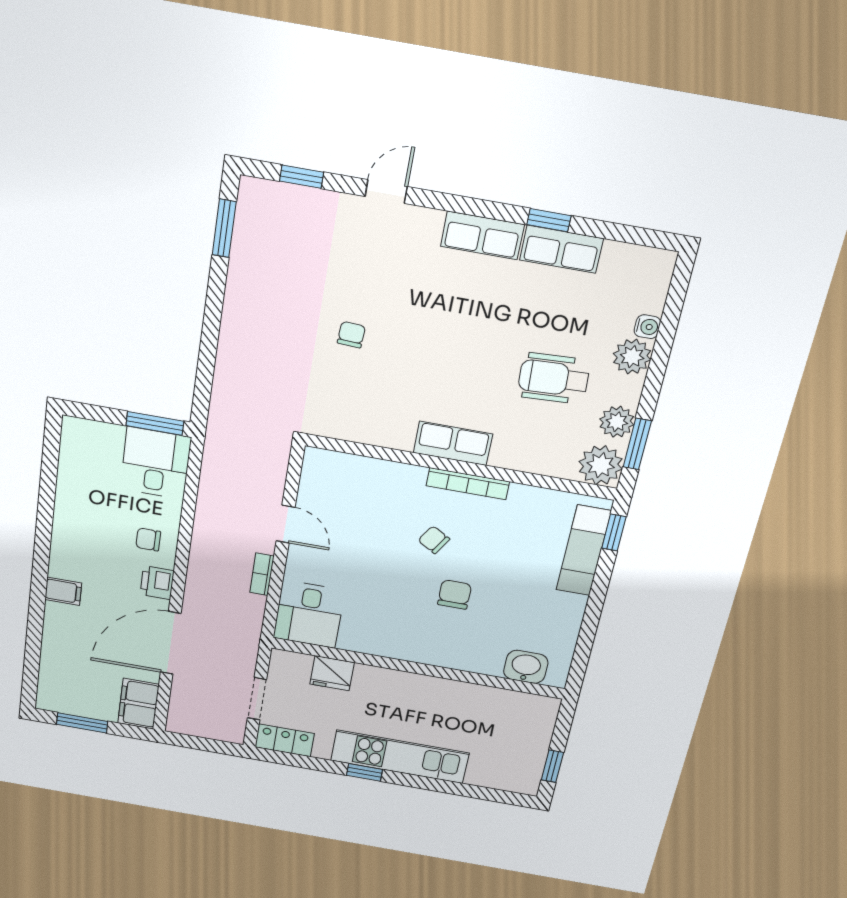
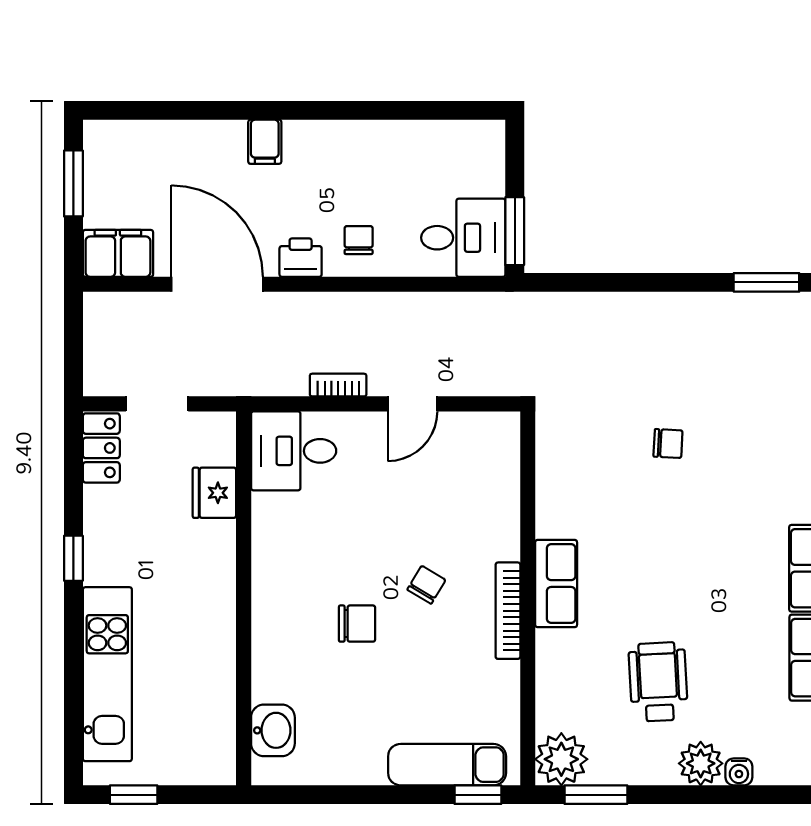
plant: (617, 422) -> (619, 765), removed
kitchen unit: (400, 757) -> (107, 674), moved

